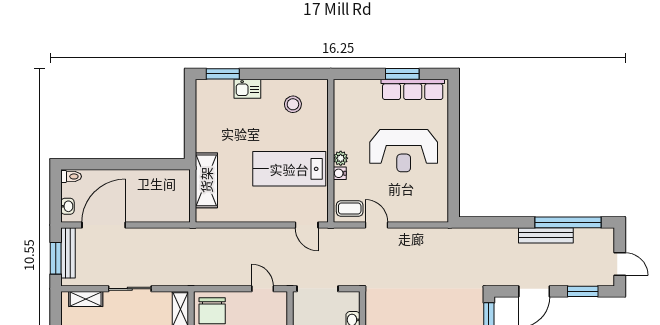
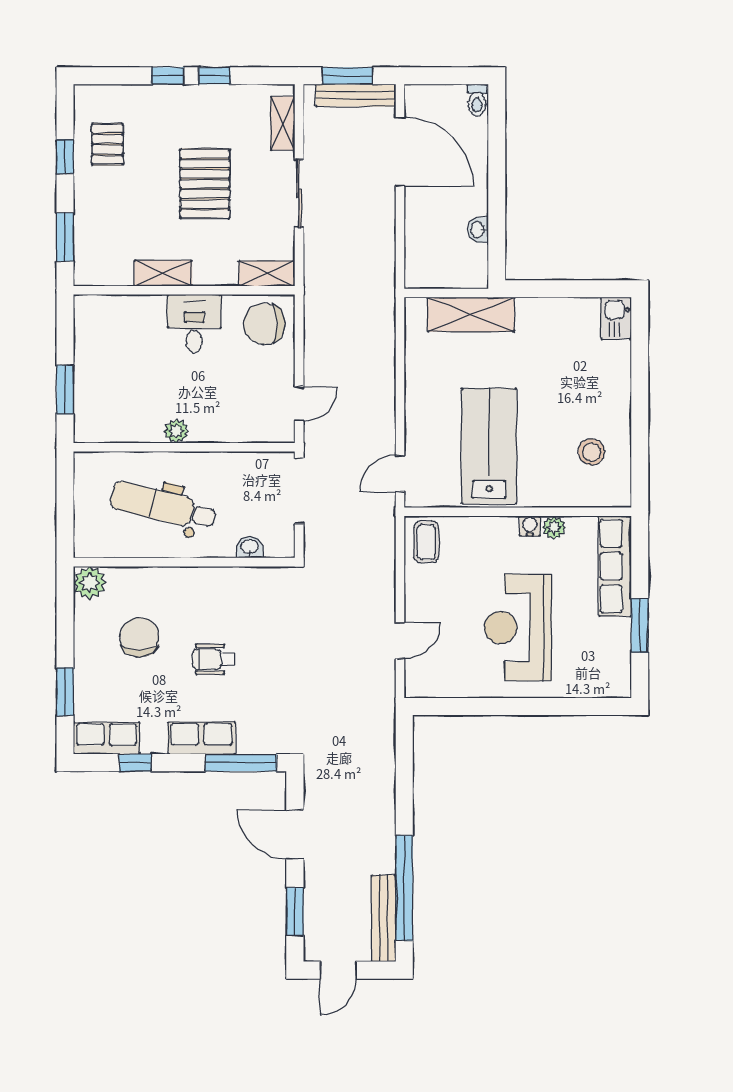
window: (223, 74) -> (640, 341), removed
kitchen sink: (247, 89) -> (616, 318), moved
row of seats: (413, 89) -> (615, 566), moved
plant: (341, 158) -> (554, 528), moved
water cooler: (340, 173) -> (530, 526), moved
washbasin: (68, 206) -> (478, 230), moved, turned 90
door: (376, 225) -> (400, 641), moved
bench: (546, 235) -> (384, 918), moved

